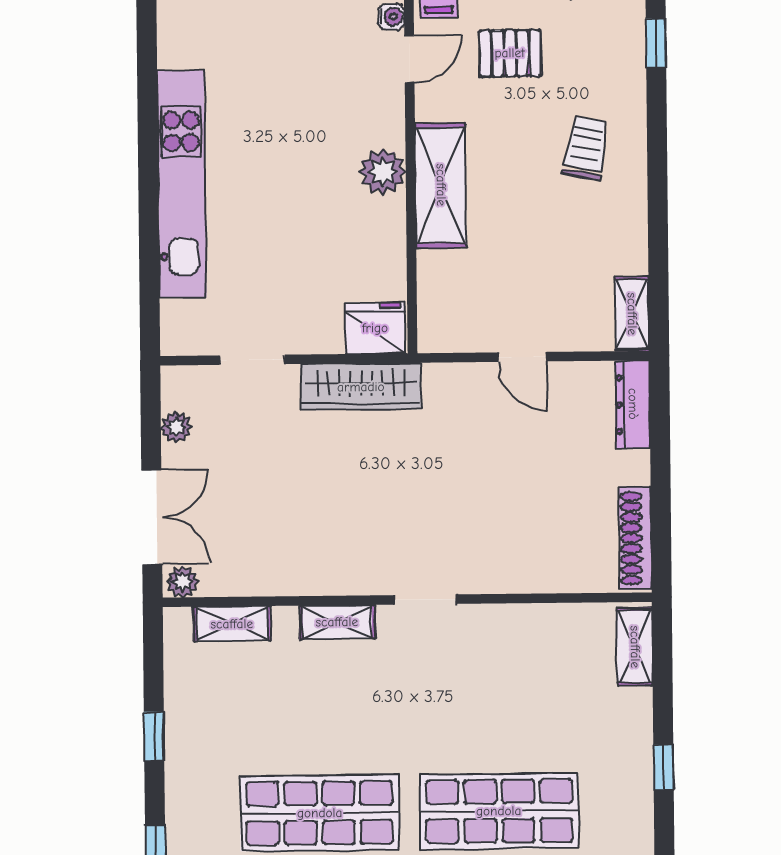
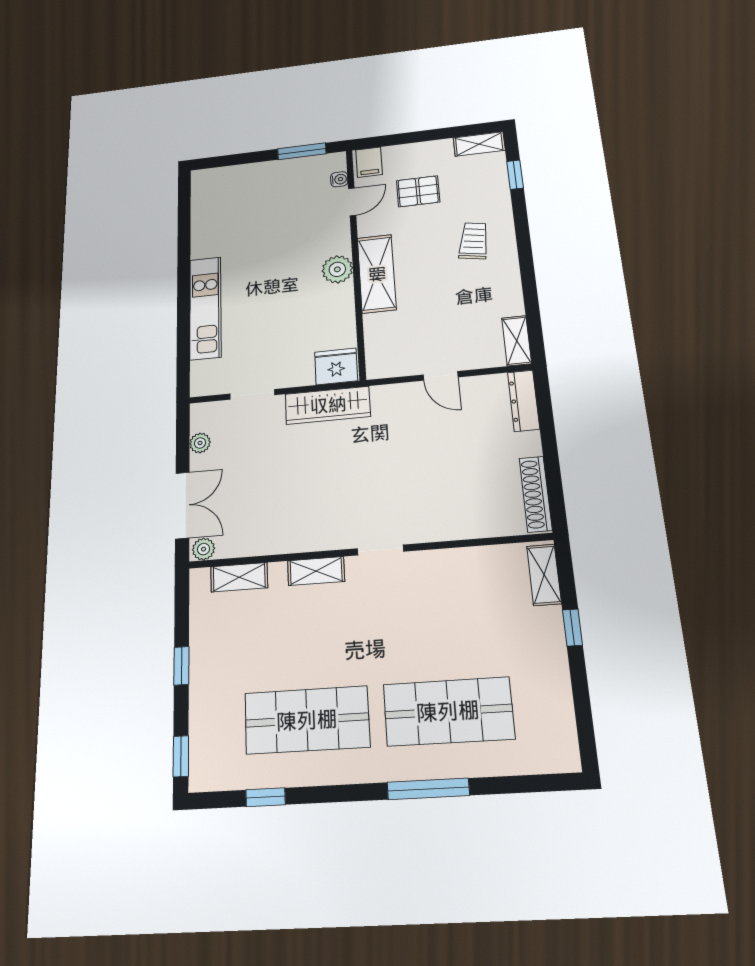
kitchen unit: (182, 184) -> (205, 308), width x0.73
window: (664, 767) -> (572, 627), moved

